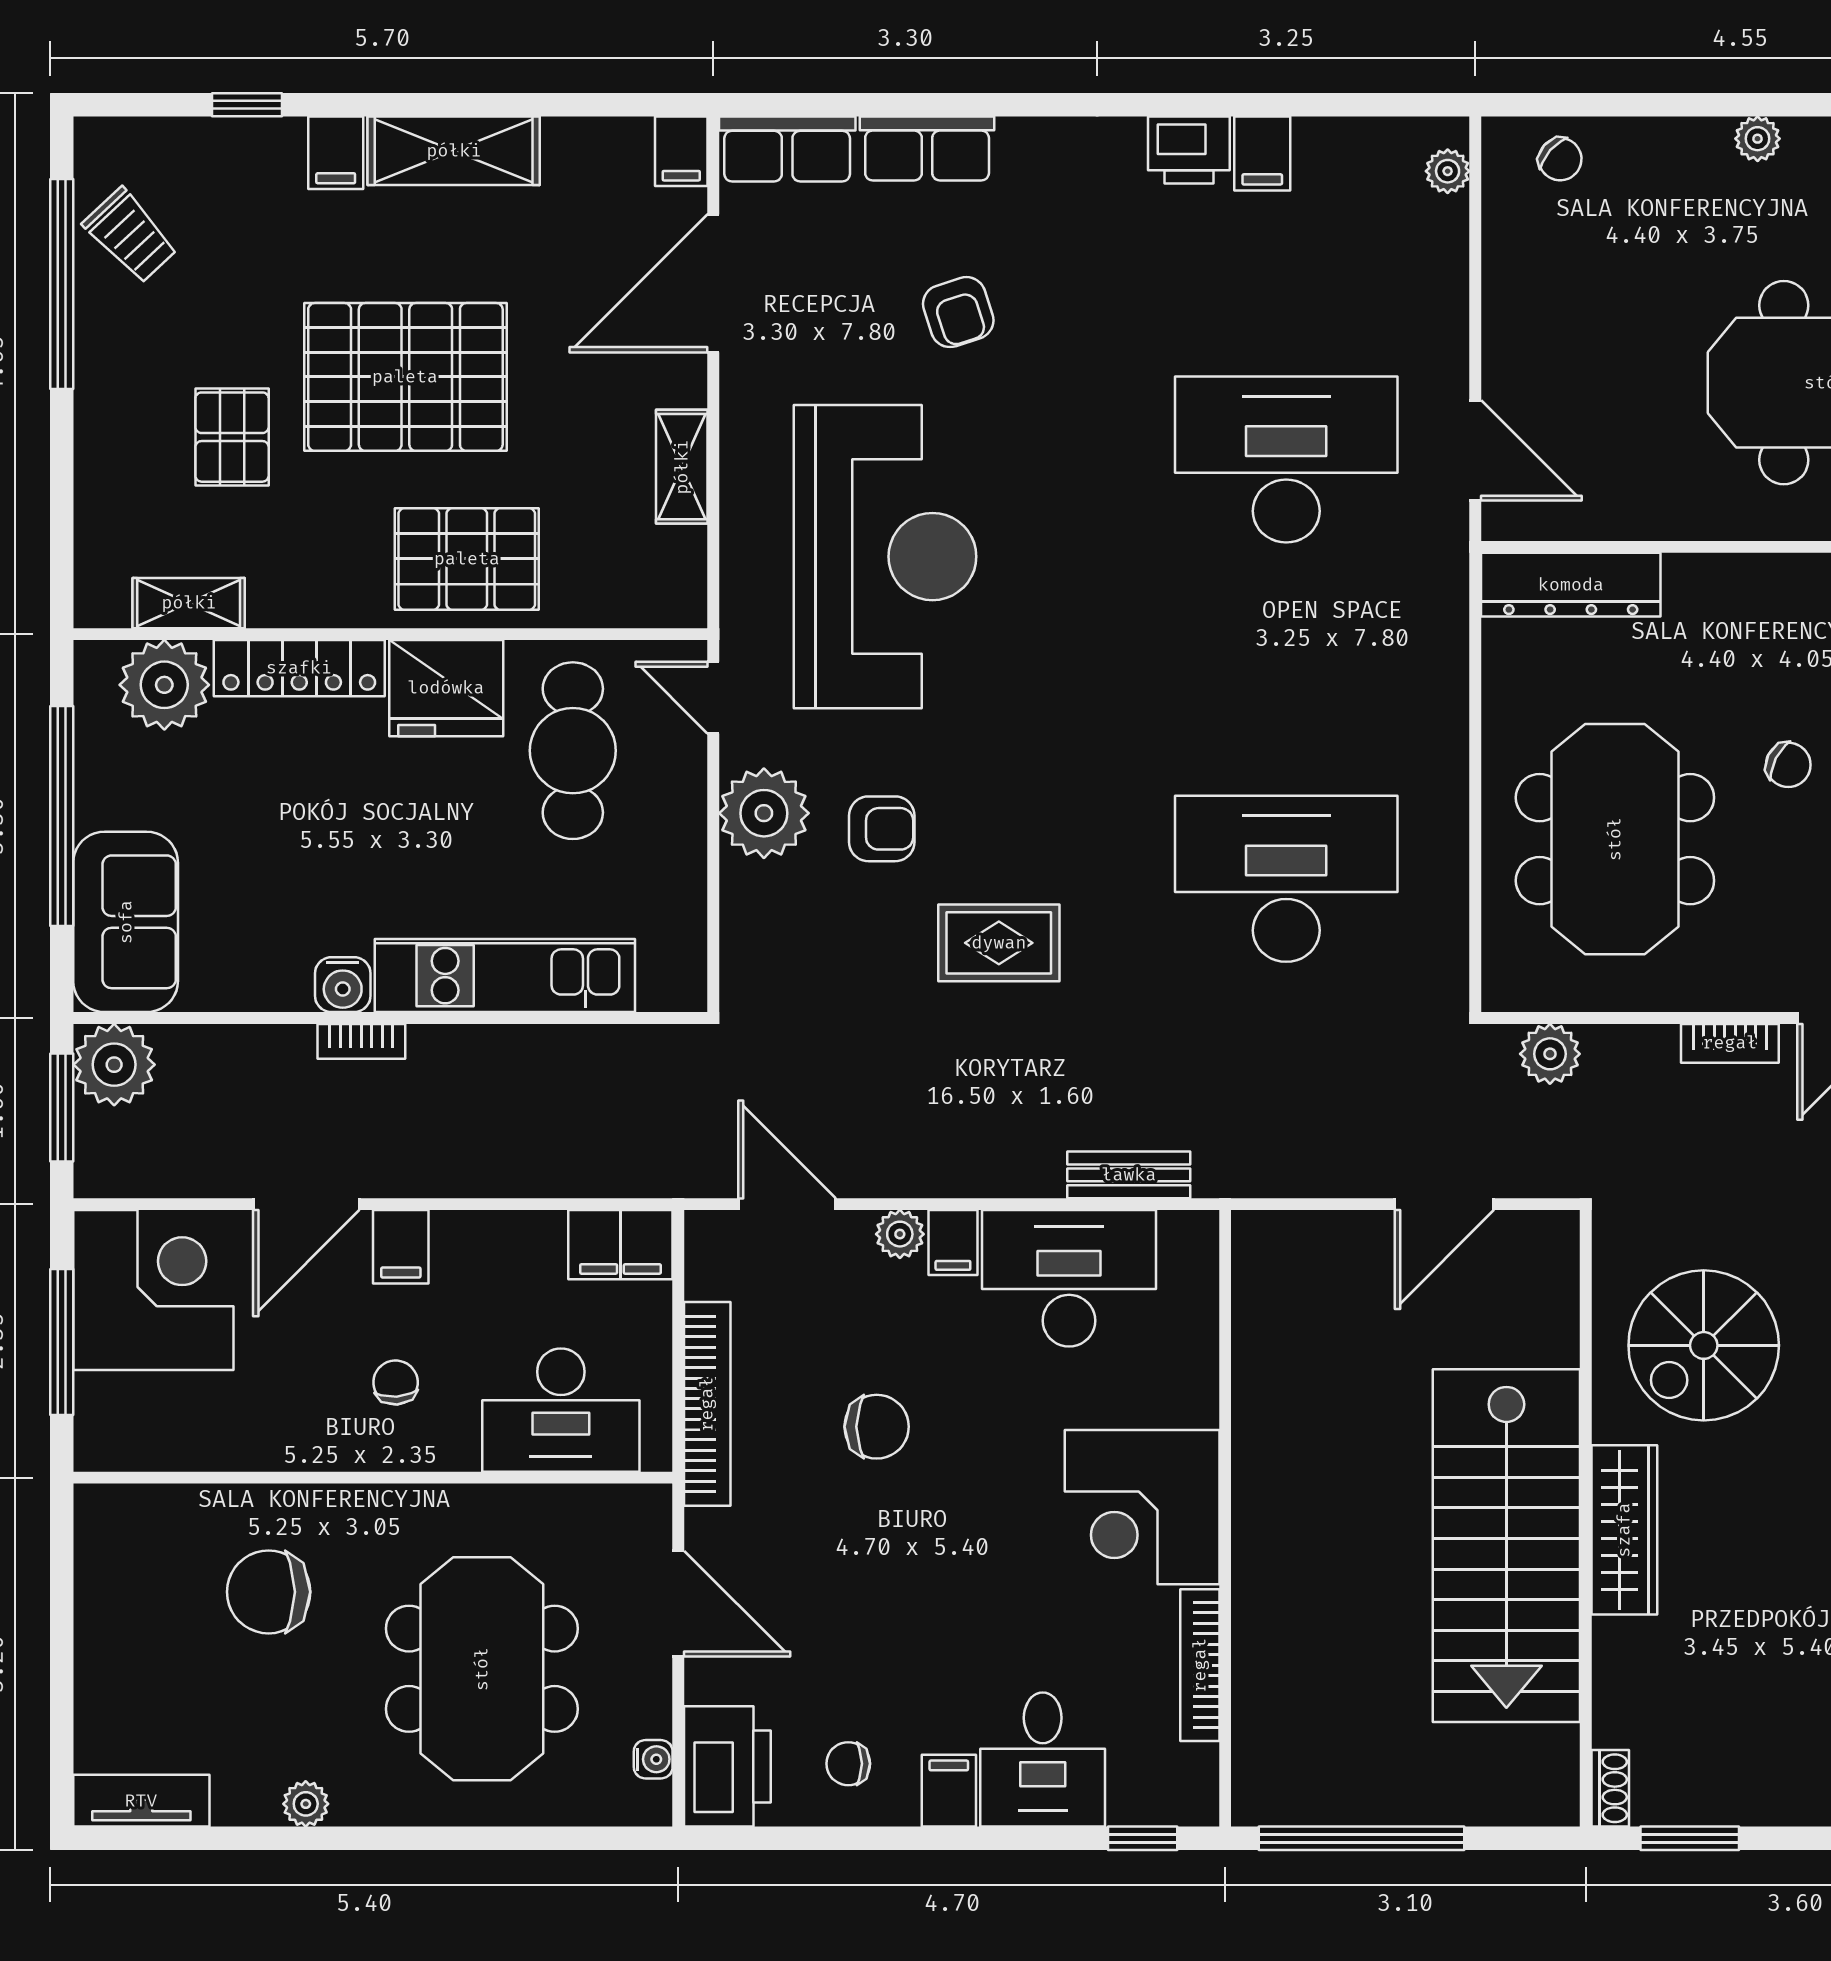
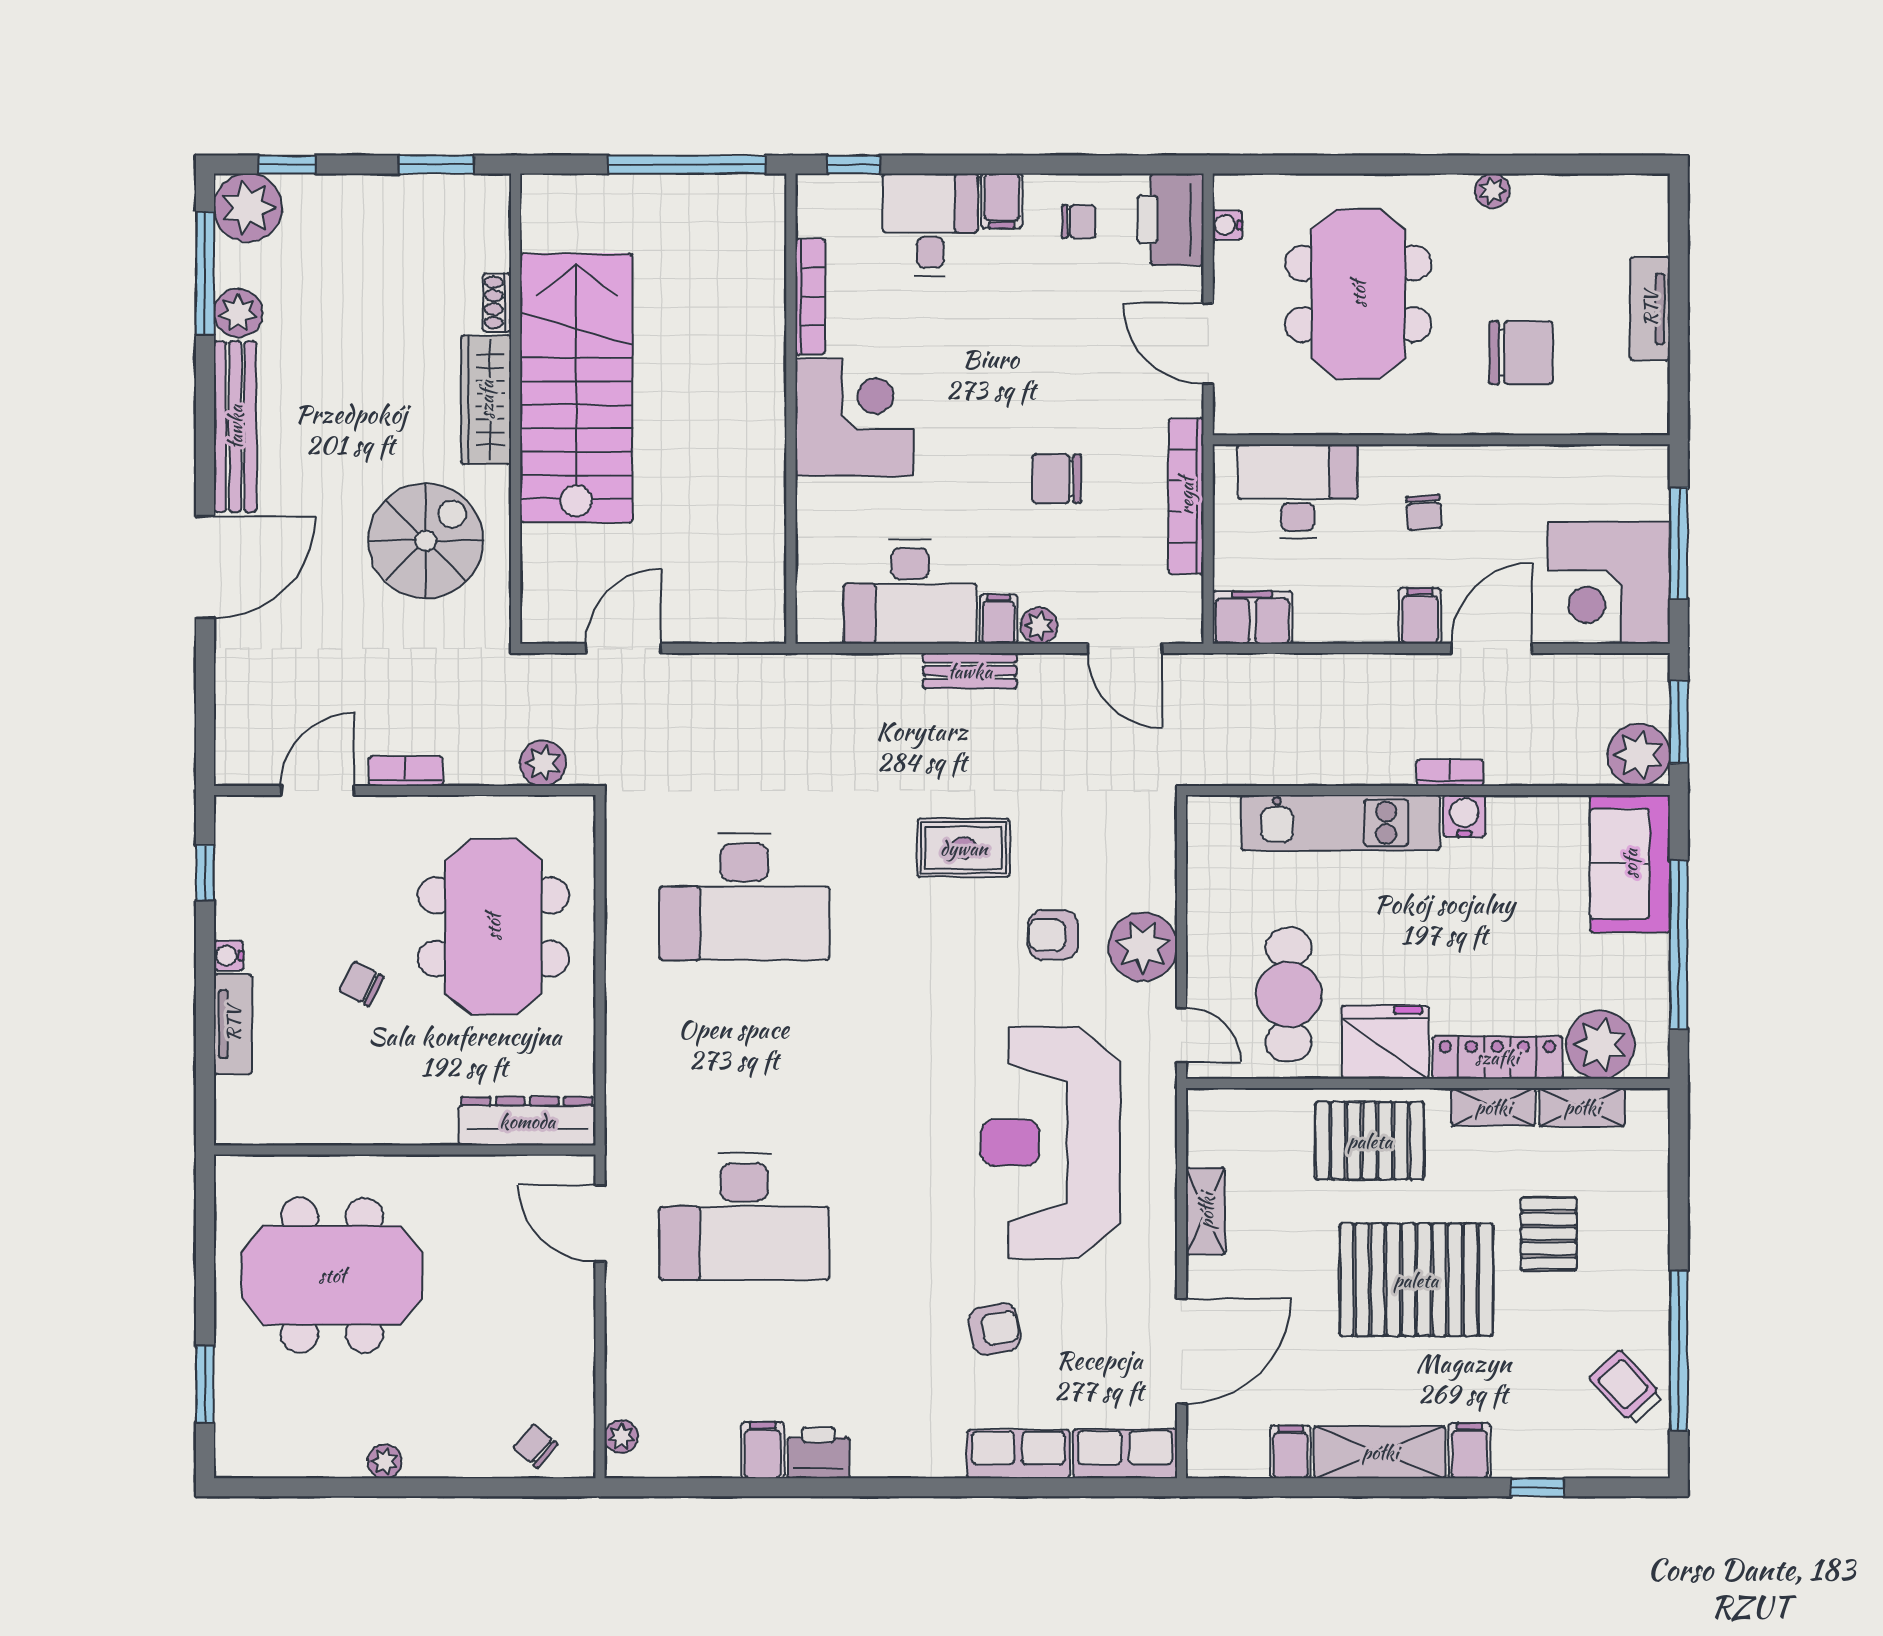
filing cabinet: (681, 151) -> (1291, 1452), moved
armchair: (958, 312) -> (995, 1329), turned 97
shelving: (305, 603) -> (1493, 1107), added
bench: (1129, 1175) -> (970, 671), moved
shoe rack: (1610, 1788) -> (497, 302), moved
tv unit: (141, 1801) -> (1650, 309), moved, turned 90

